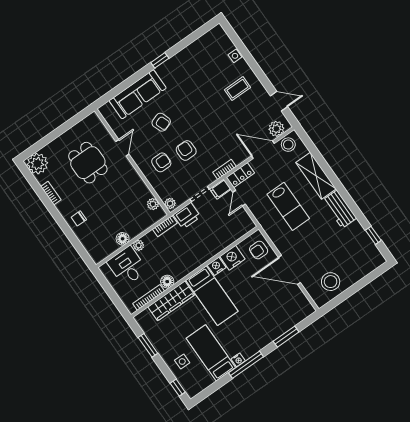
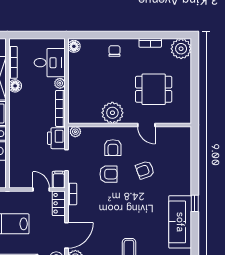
sofa: (138, 94) -> (180, 222), moved
plant: (153, 204) -> (112, 113), moved, width x1.87, depth x1.87
bookcase: (165, 226) -> (60, 108), width x1.56
floor lamp: (123, 239) -> (74, 46), moved

